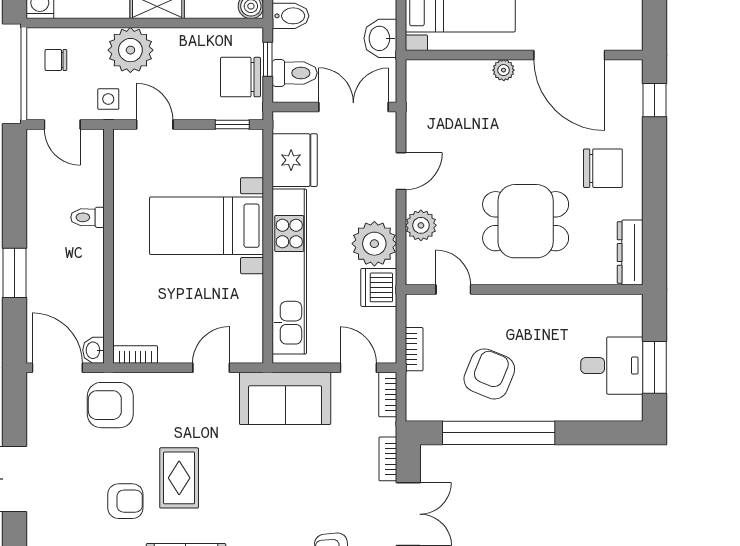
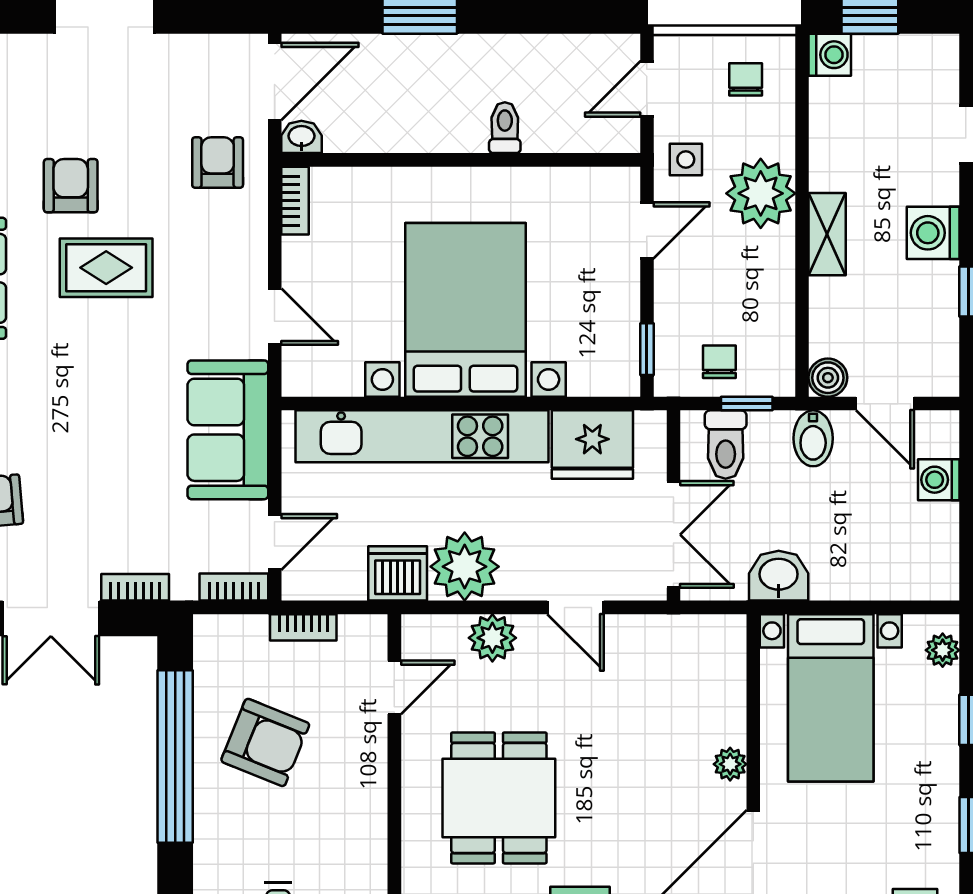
chair: (241, 77) -> (719, 362), width x0.54, depth x0.54
bed with nightstands: (207, 226) -> (465, 310), width x1.36
armchair: (110, 405) -> (218, 162), width x0.72, depth x0.72
armchair: (125, 501) -> (71, 186), turned 180

